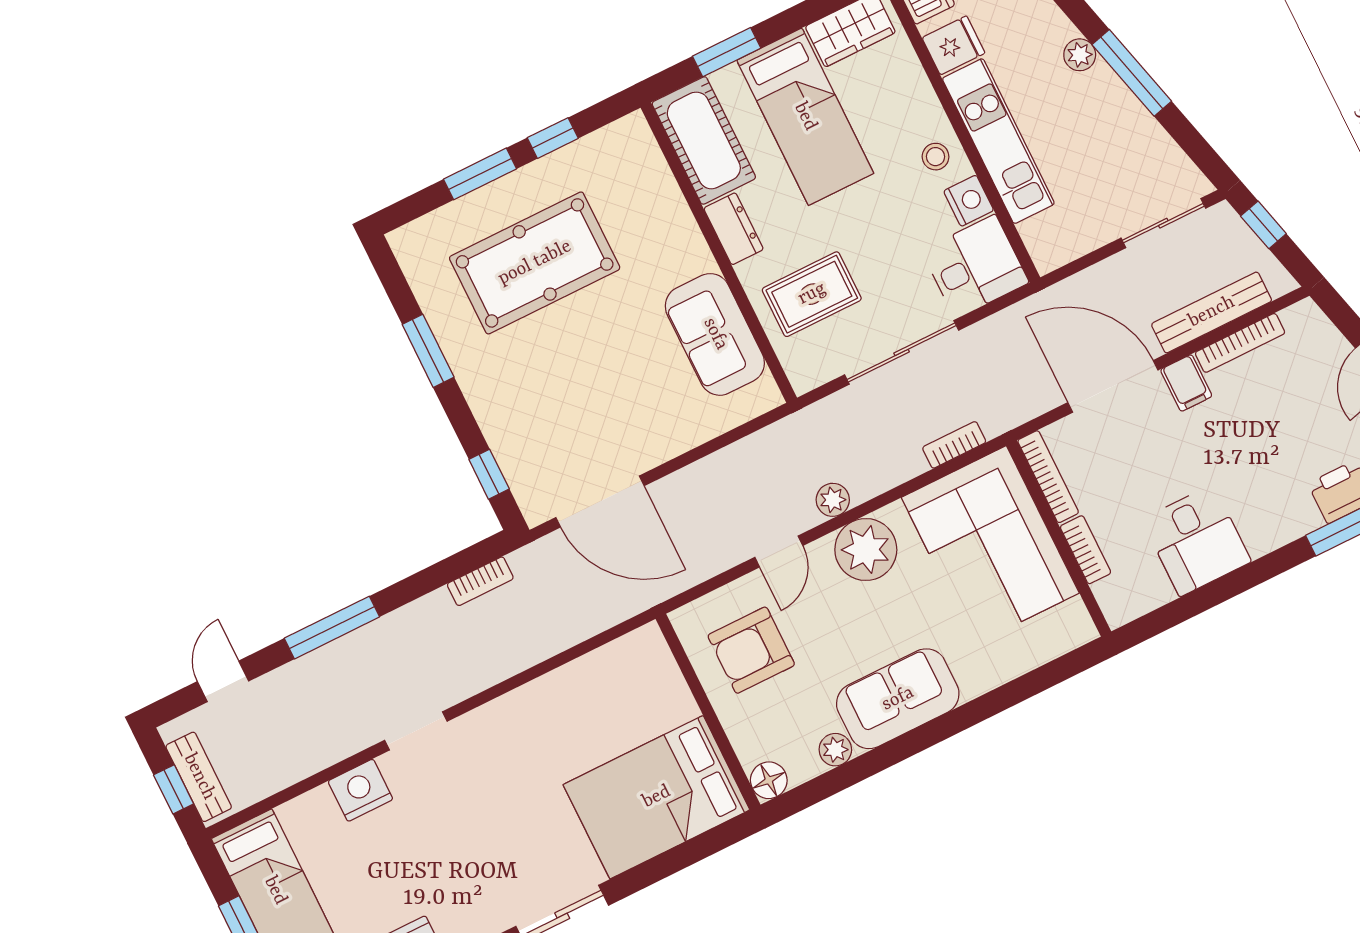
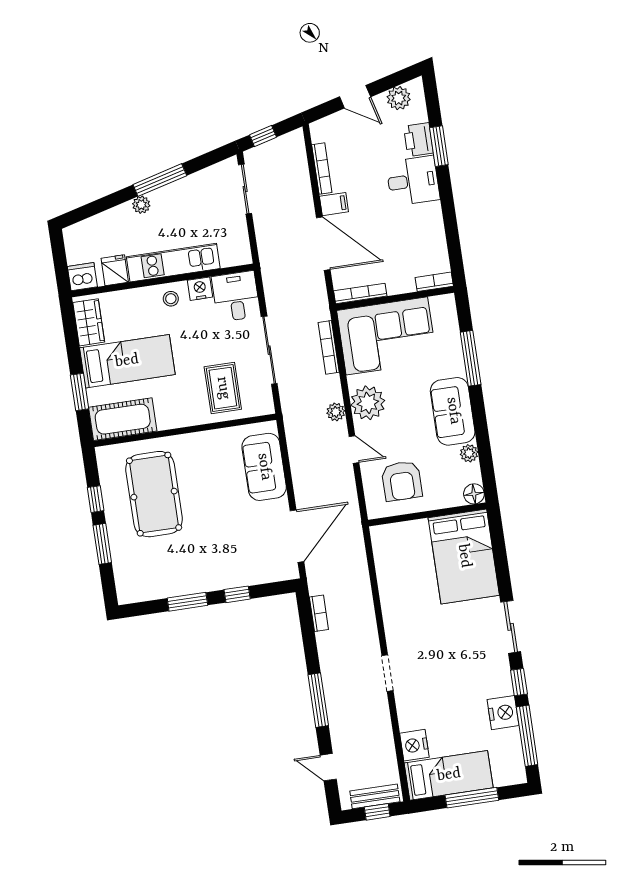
dresser: (734, 229) -> (175, 418), removed
pool table: (535, 263) -> (154, 494), moved
bench: (1212, 312) -> (301, 179), removed
sofa: (715, 334) -> (264, 467), moved, turned 90
door: (1113, 386) -> (323, 244), swing flipped
bookcase: (954, 445) -> (329, 347), width x1.56
window: (489, 474) -> (237, 594), moved
desk: (1196, 541) -> (413, 181), moved
bookcase: (1085, 550) -> (434, 282), moved
window: (998, 700) -> (471, 358), added
nightstand: (360, 790) -> (414, 745), moved

